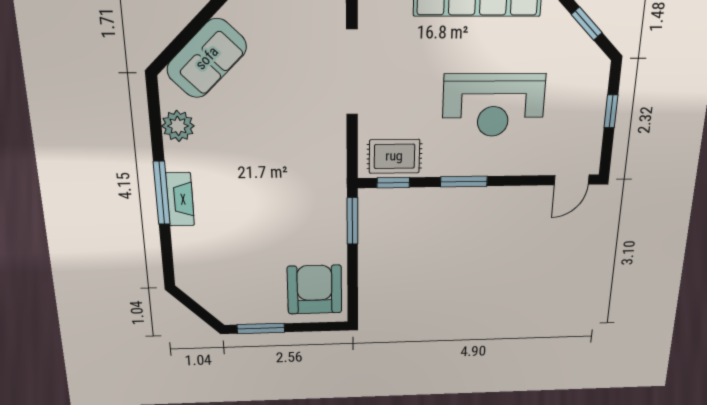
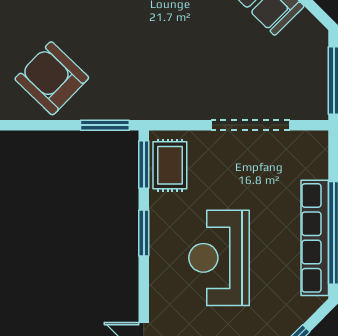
window: (393, 183) -> (144, 165), width x1.50
armchair: (315, 290) -> (52, 78), moved, turned -136

